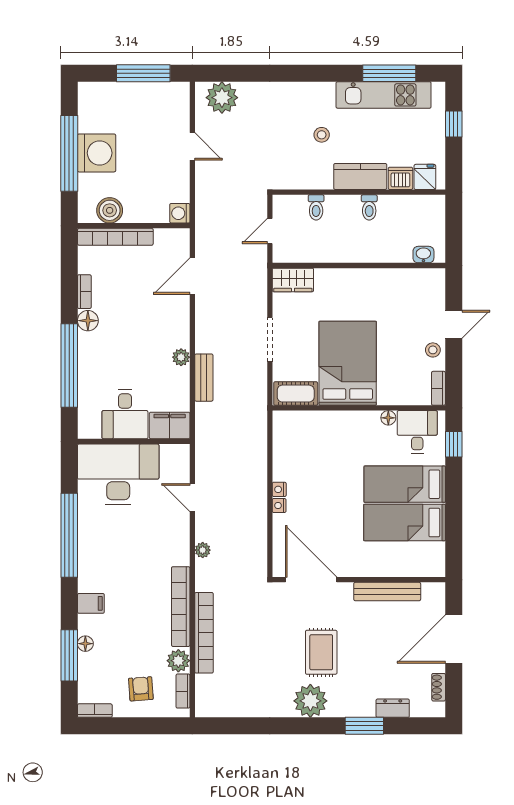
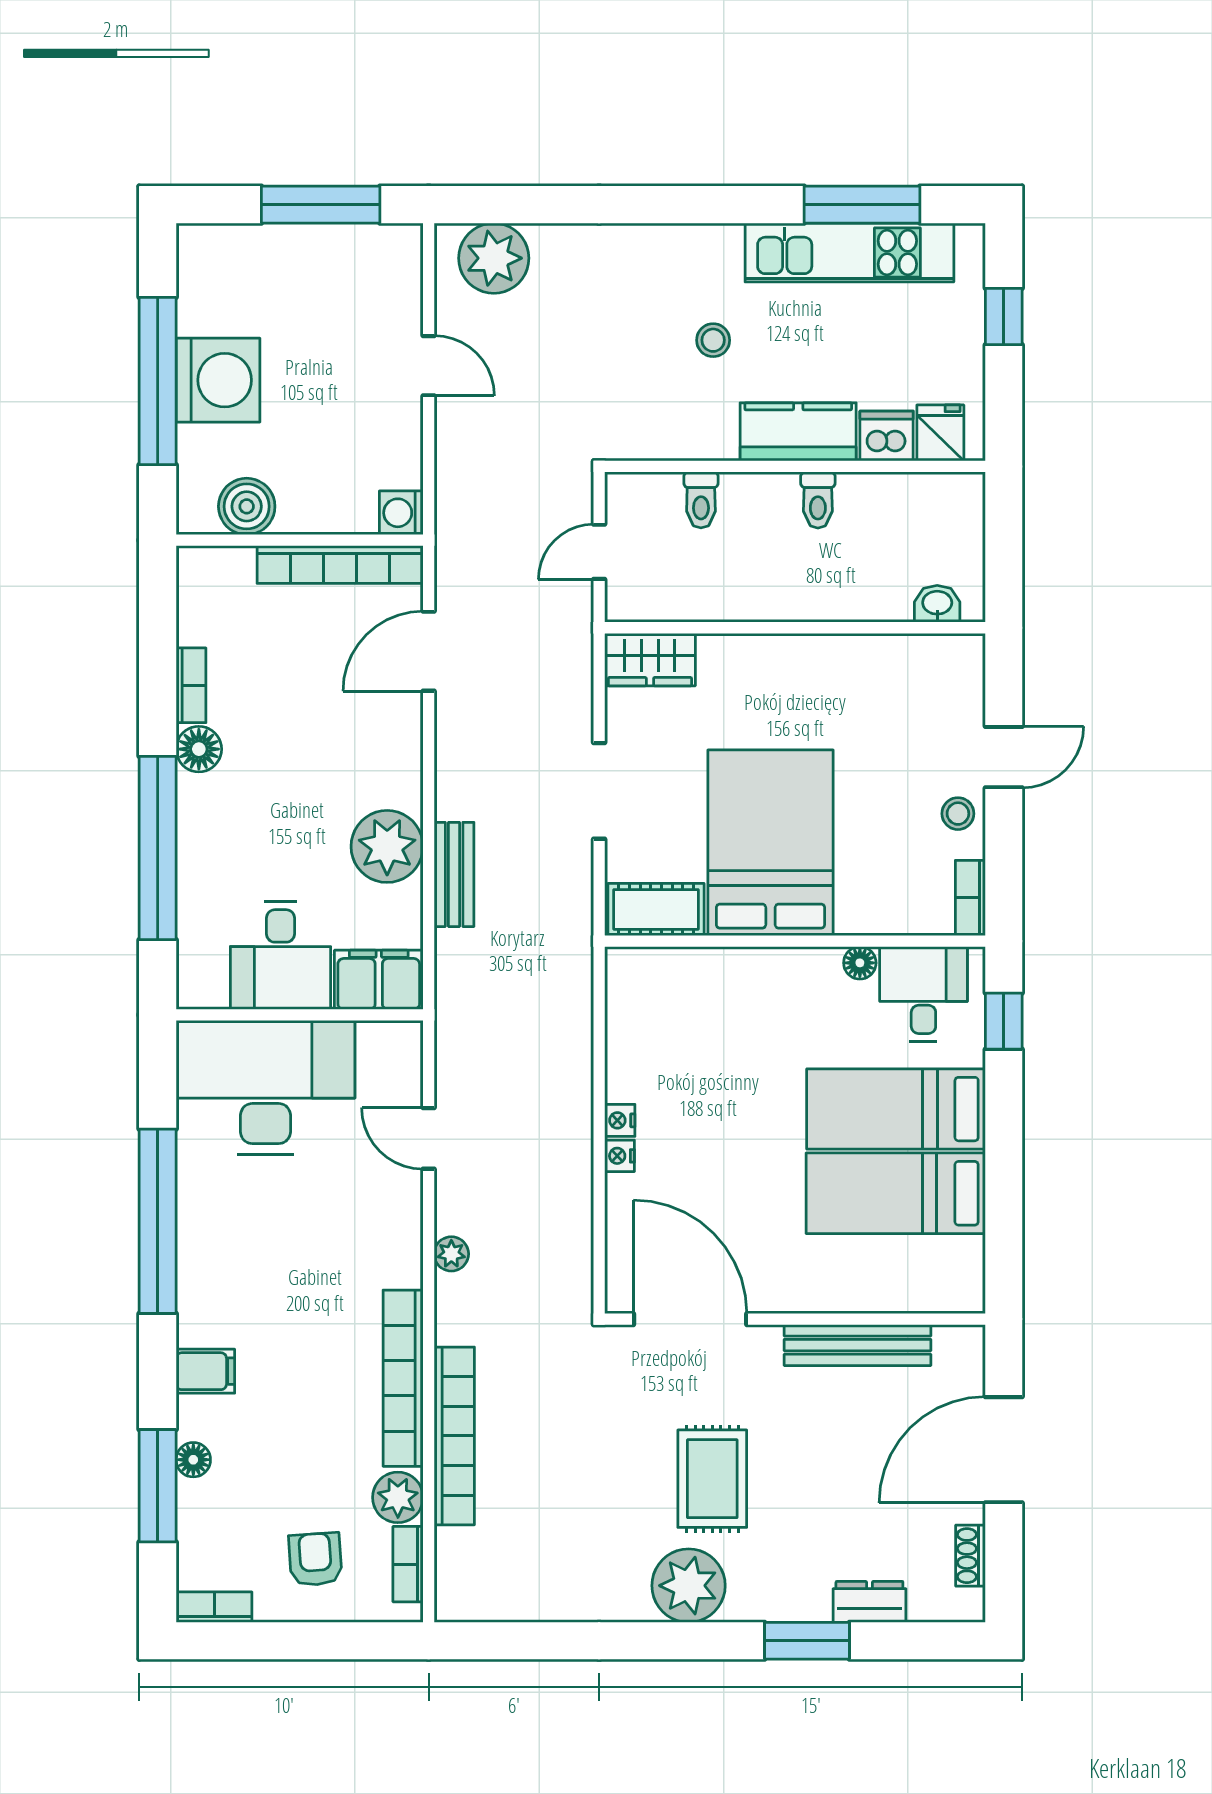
bookcase: (115, 237) -> (340, 565), moved
plant: (181, 357) -> (387, 846), width x1.88, depth x1.88

